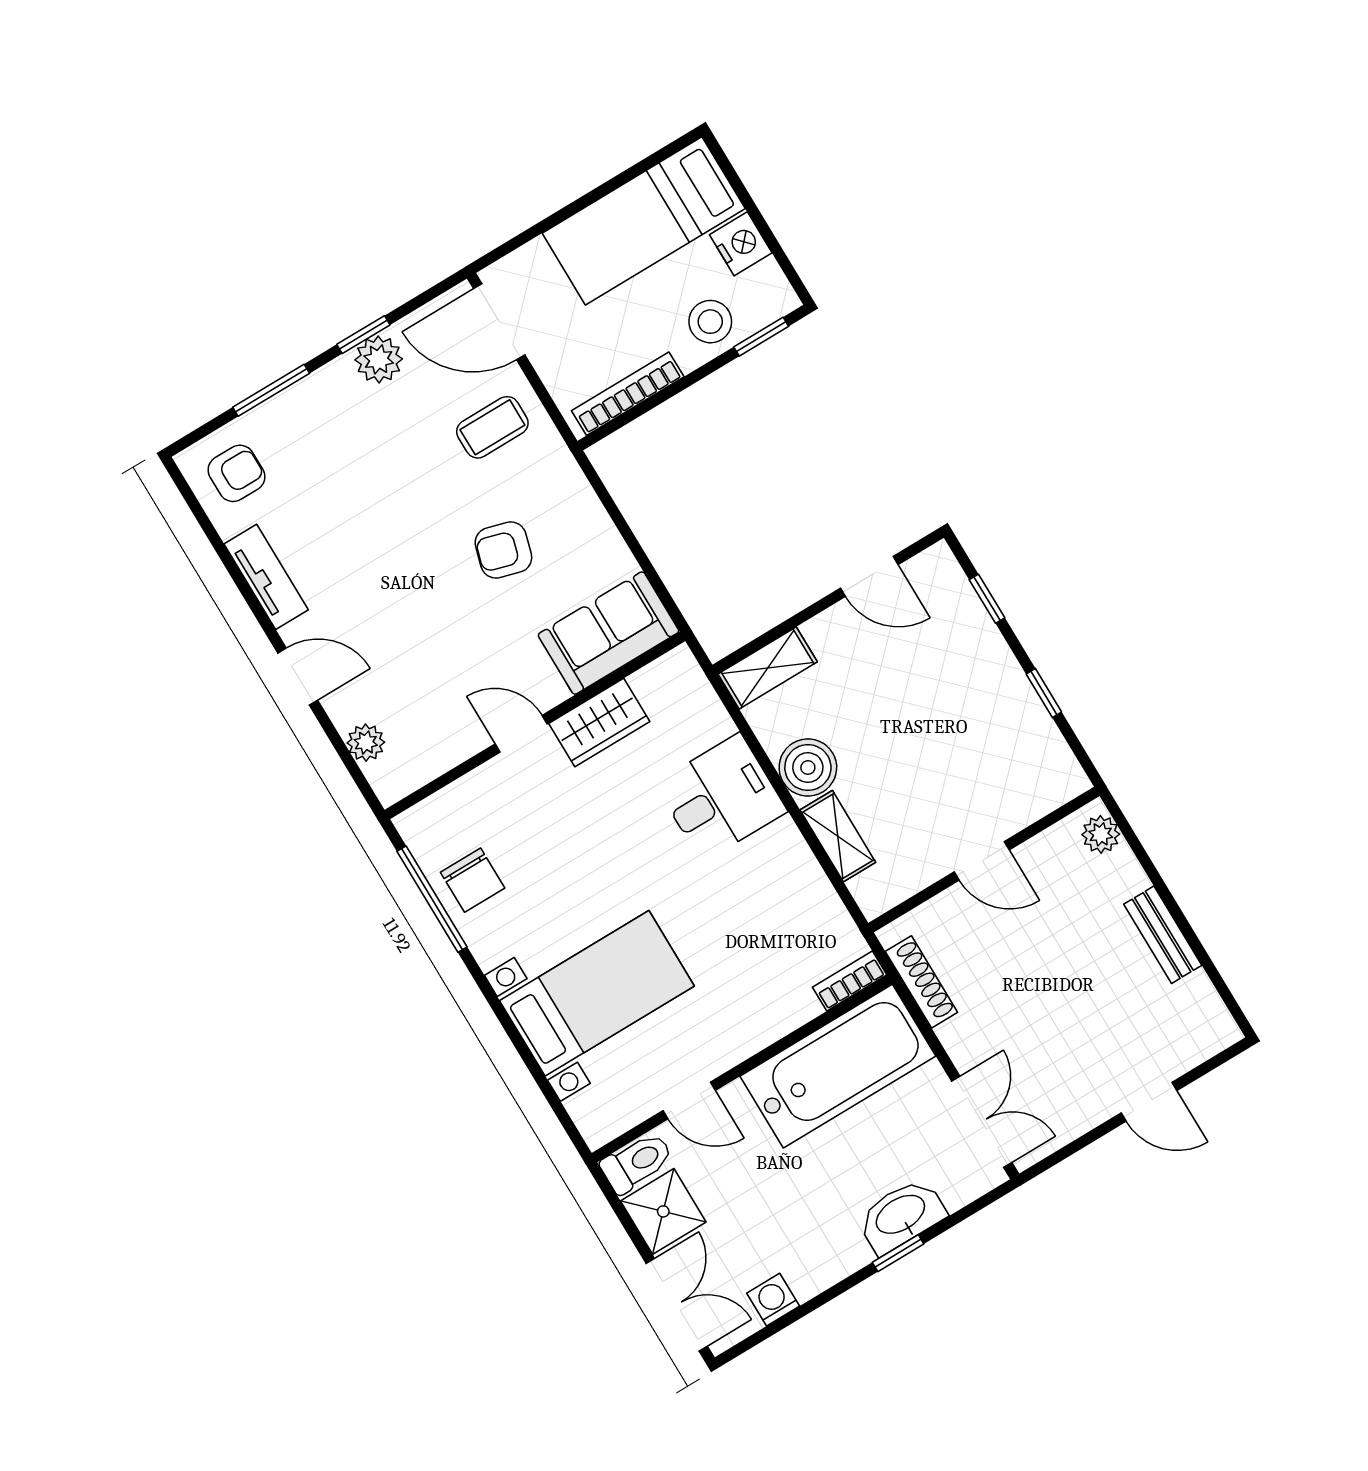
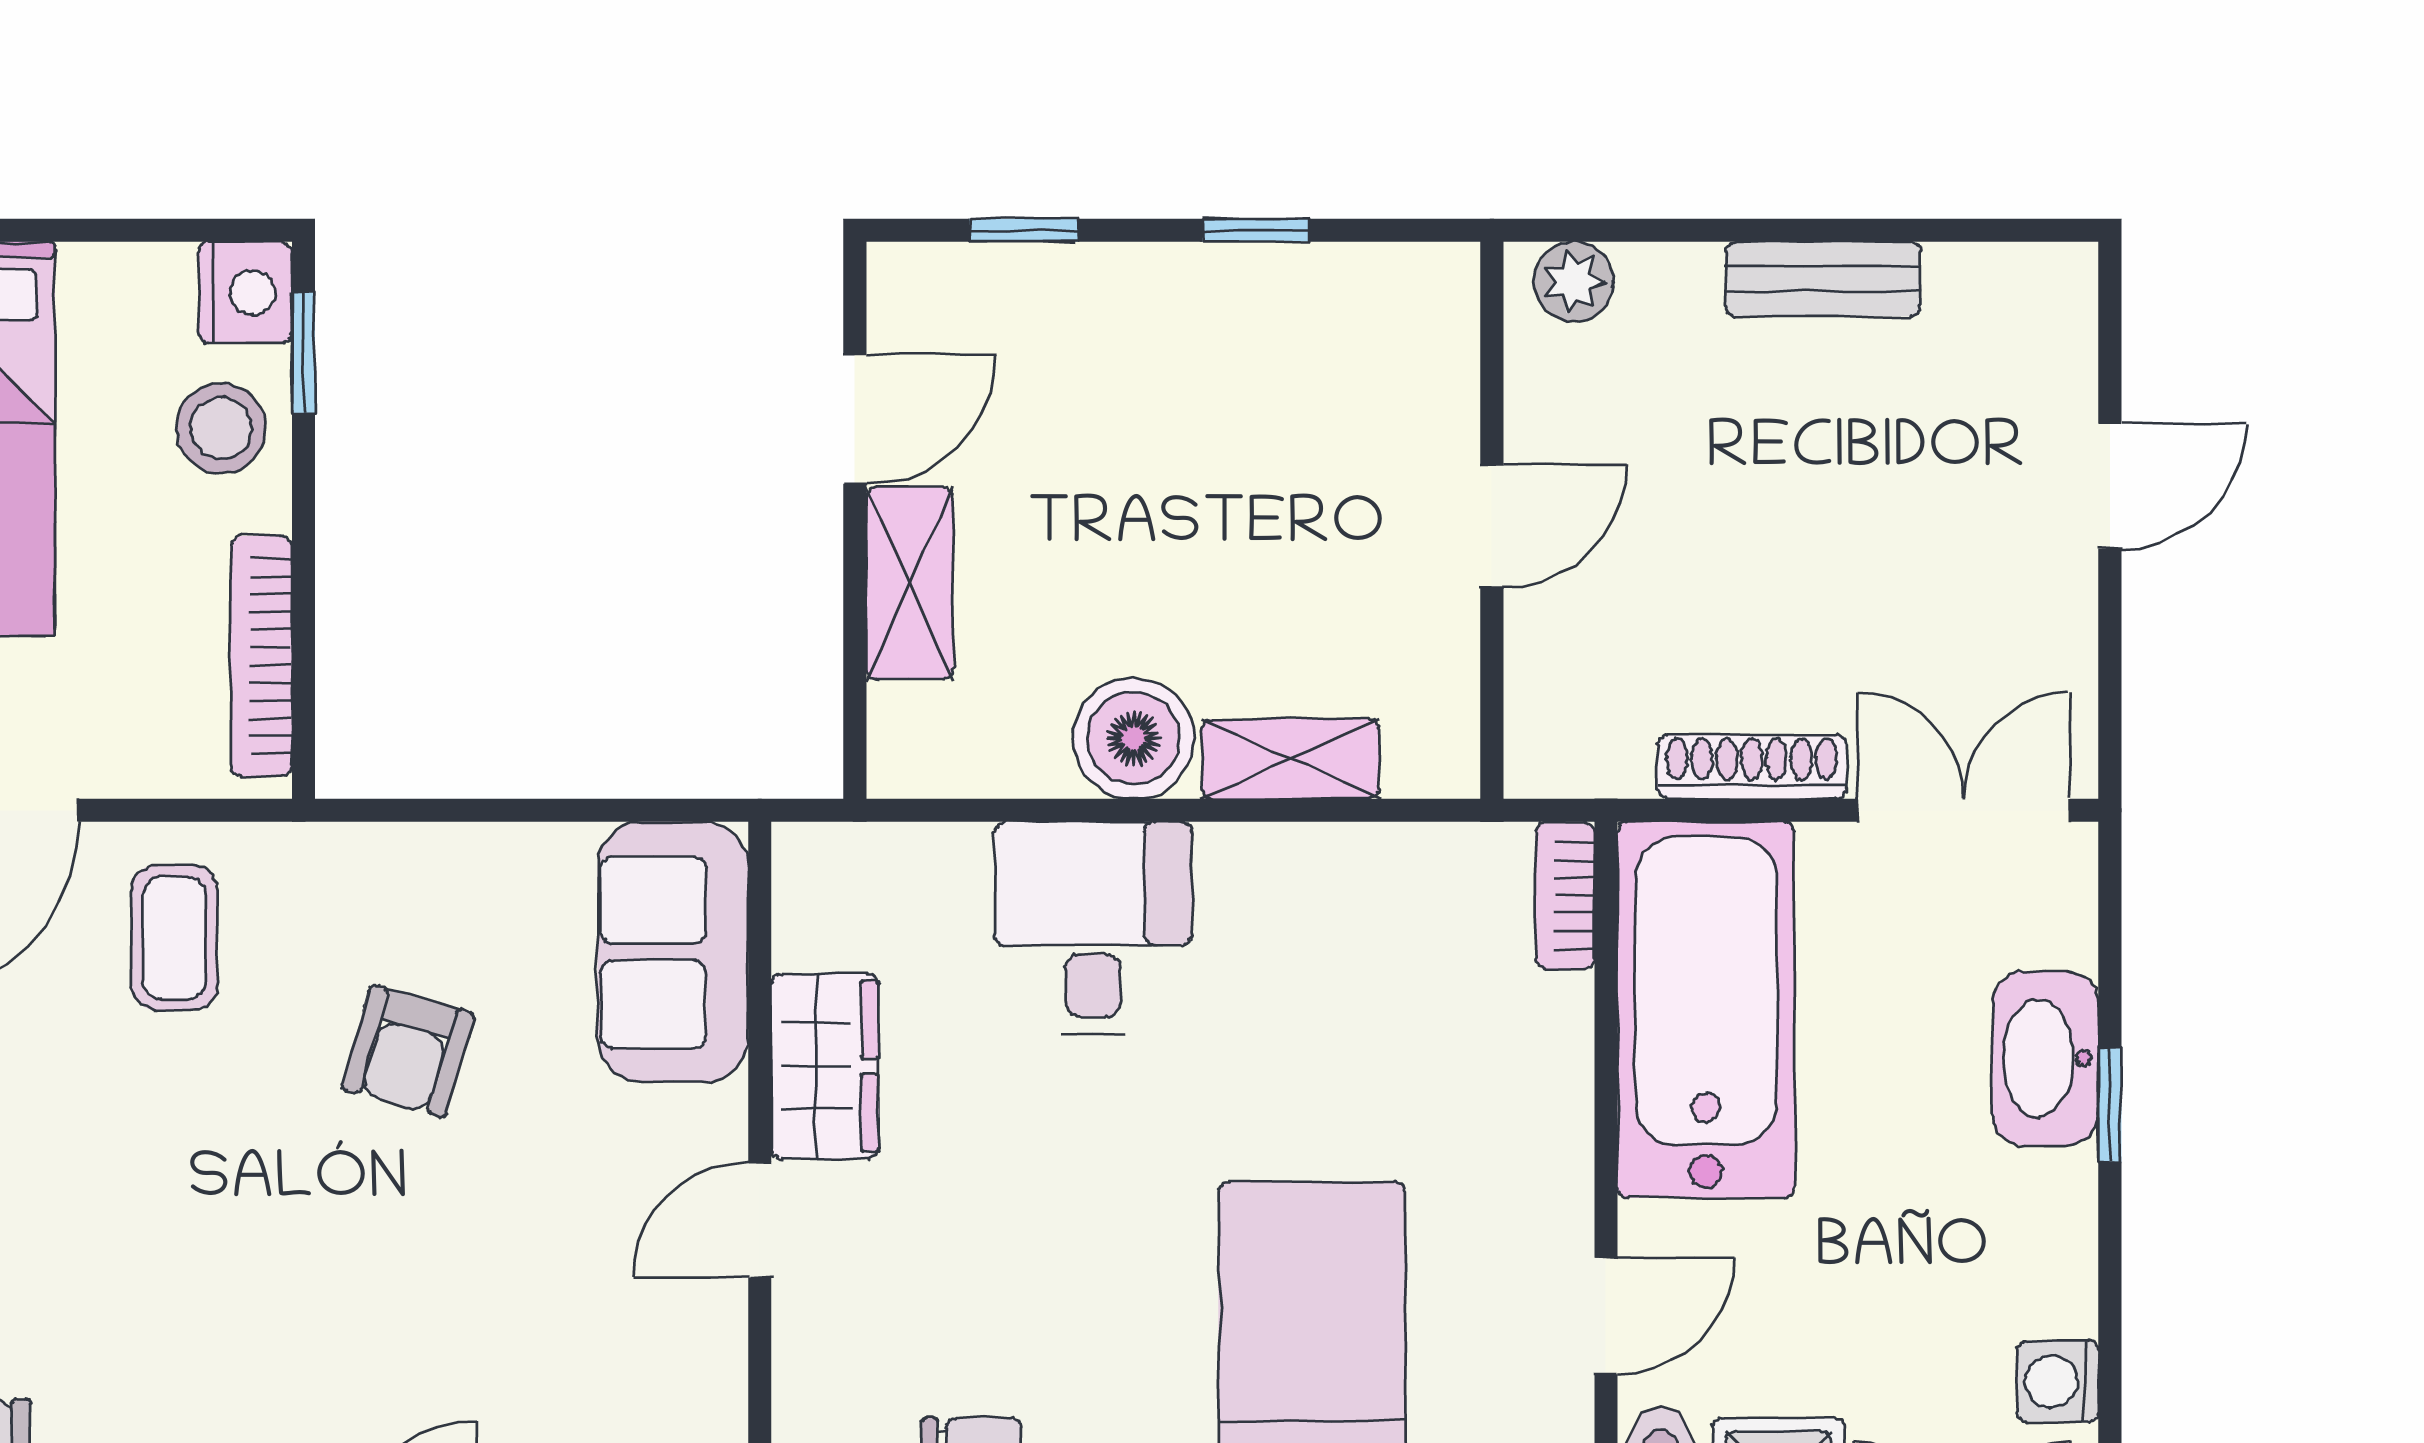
nightstand: (741, 244) -> (245, 292), moved, turned 90
shelving: (768, 668) -> (910, 583), moved
shoe rack: (921, 982) -> (1752, 767), moved

